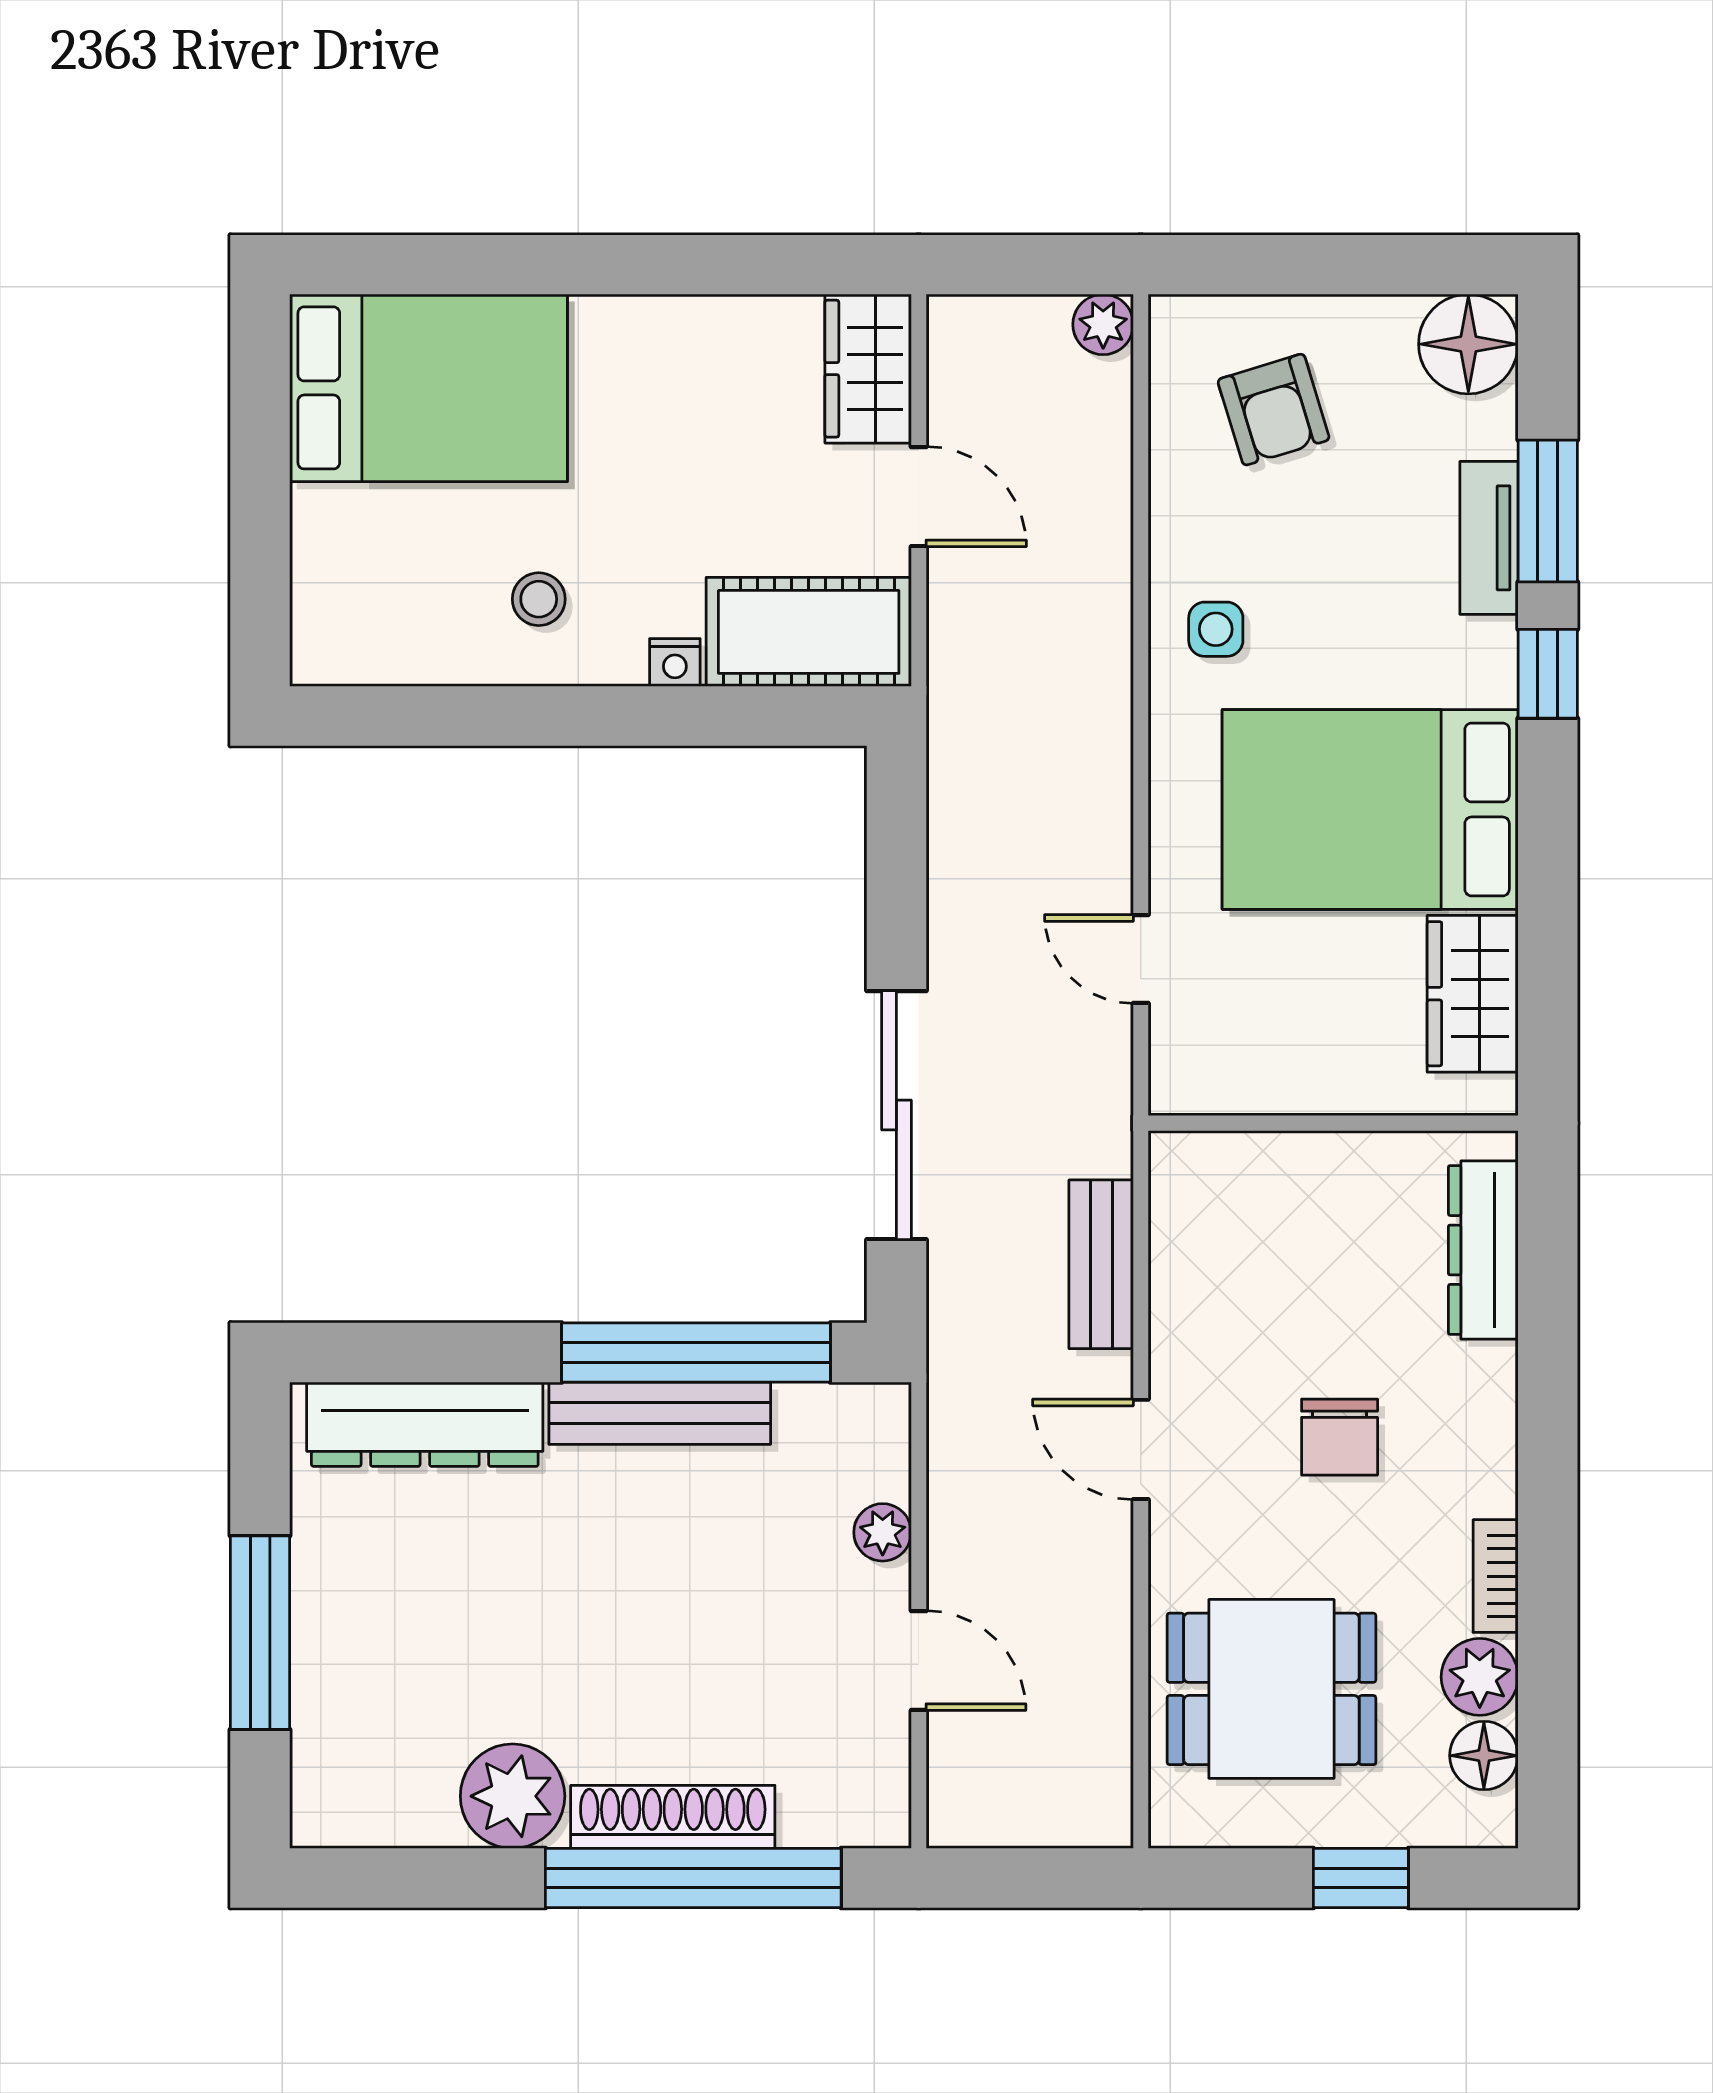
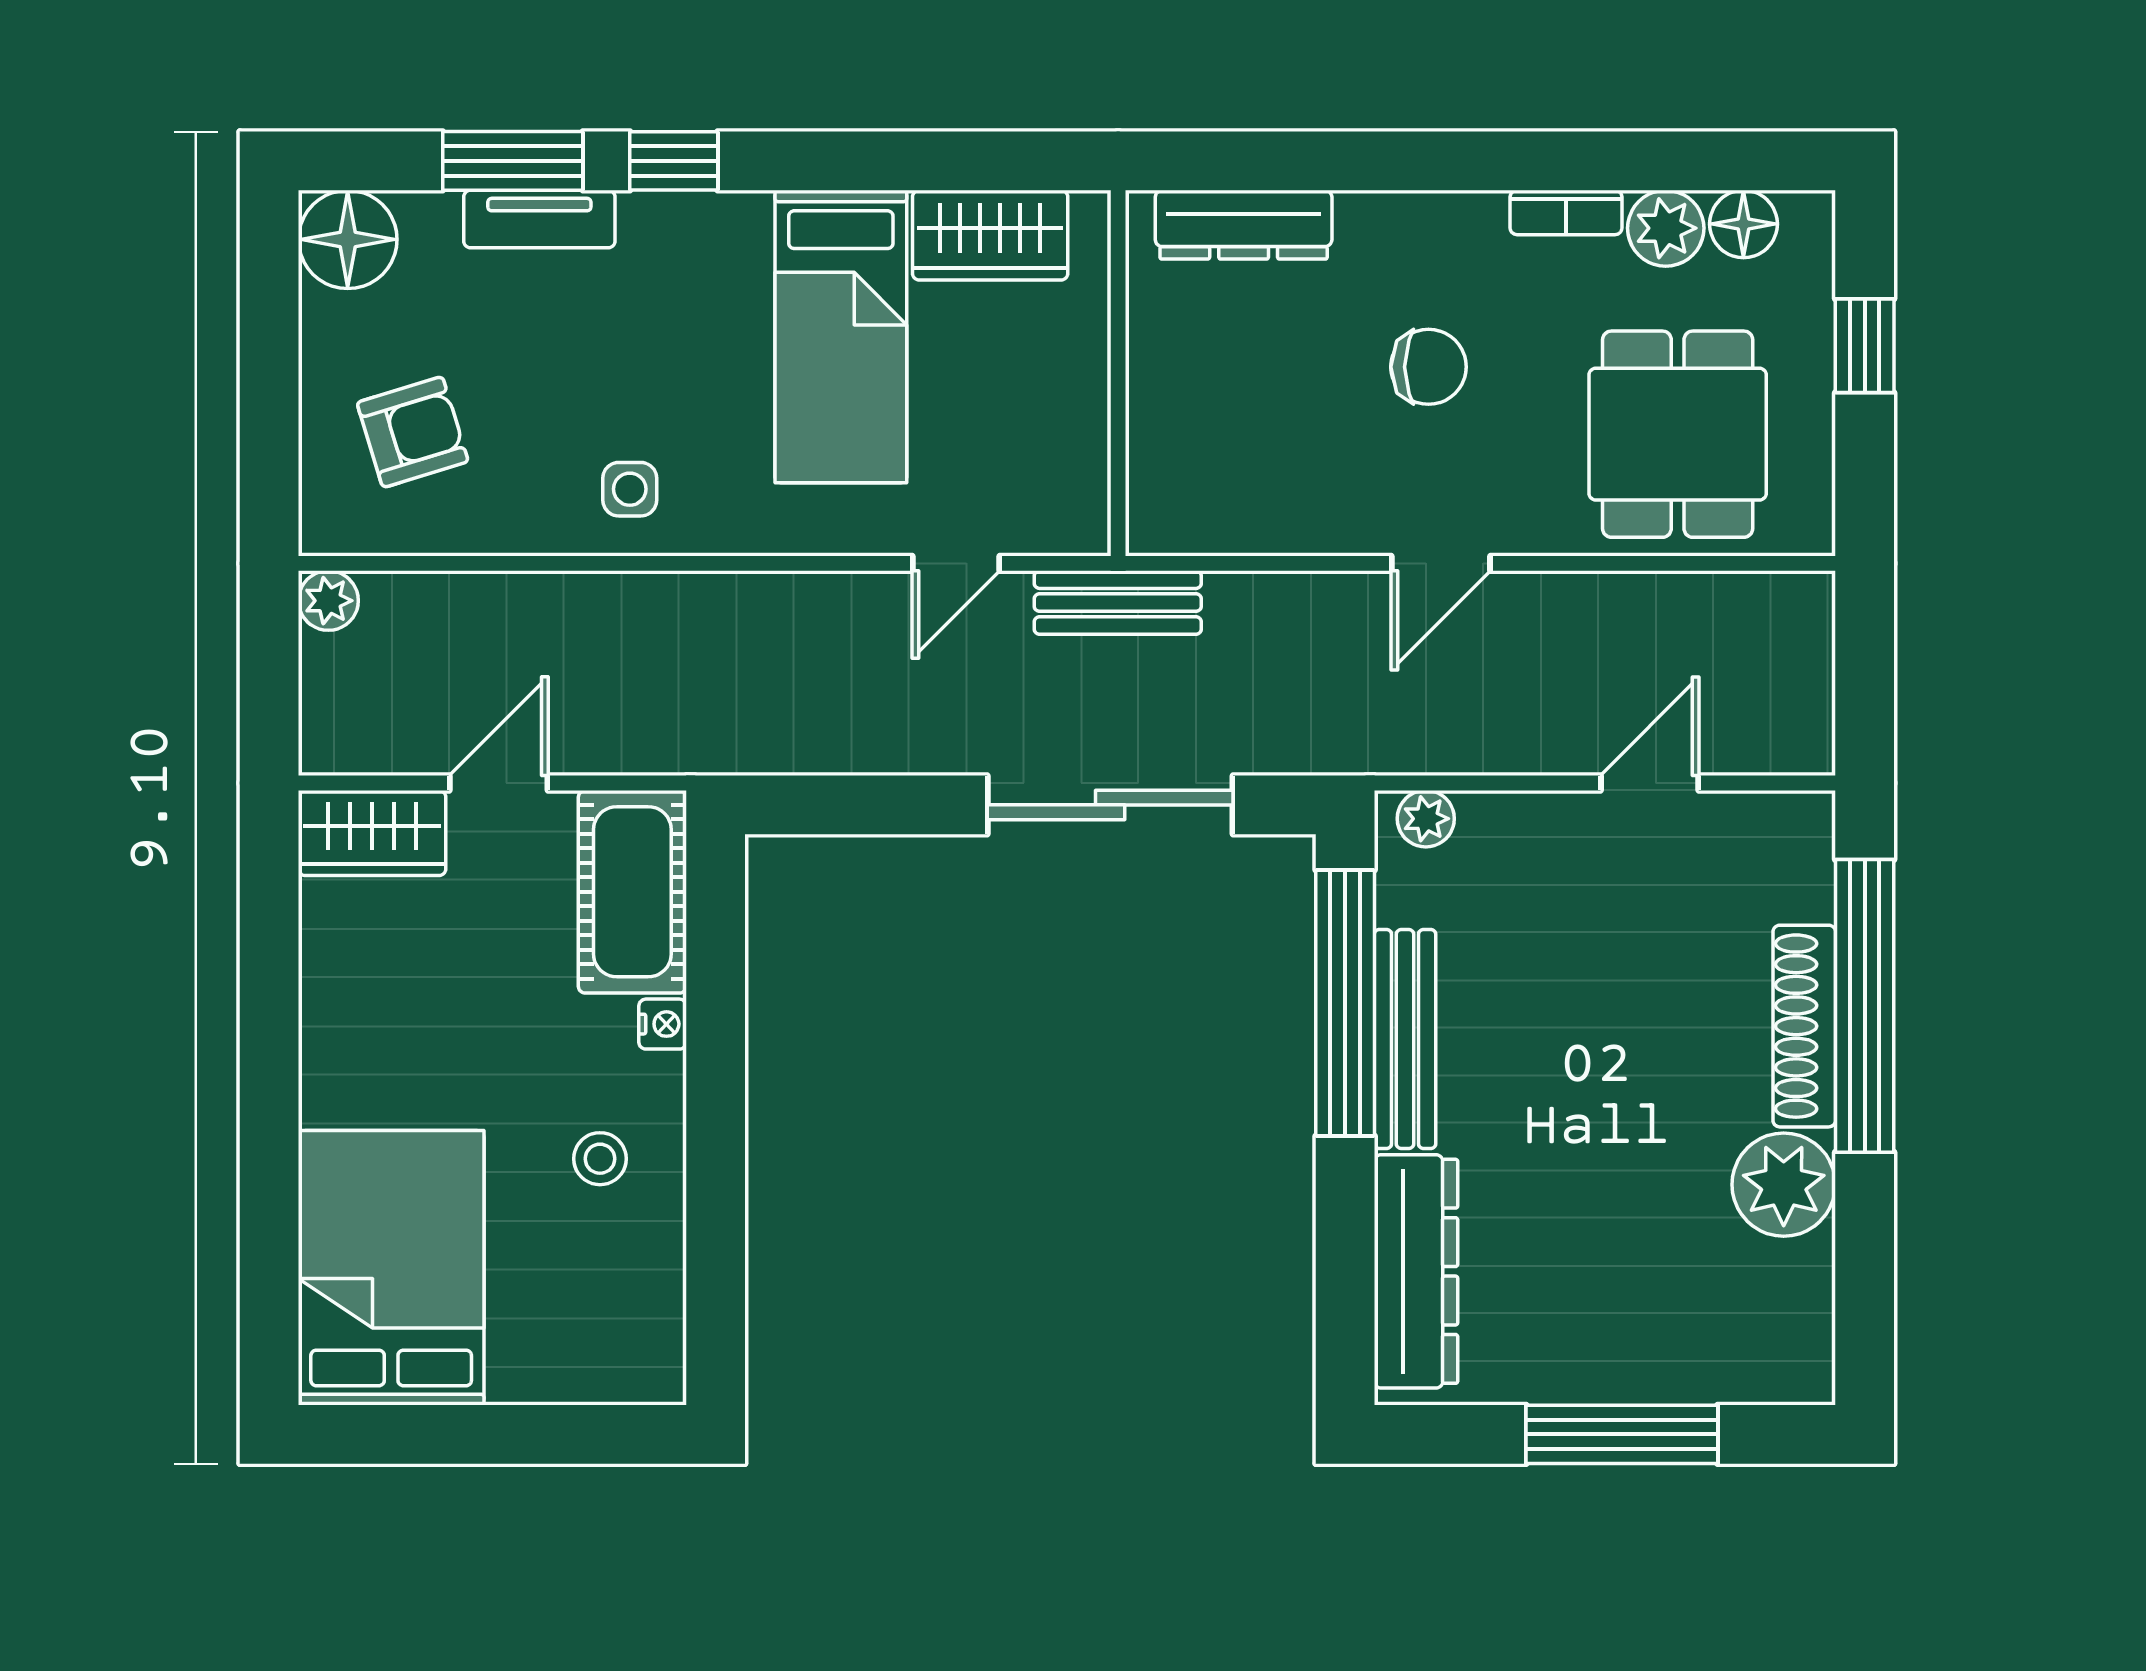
bed: (1370, 809) -> (841, 337), width x0.67
bench: (1101, 1264) -> (1118, 603), moved
plant: (883, 1532) -> (1426, 819), moved

